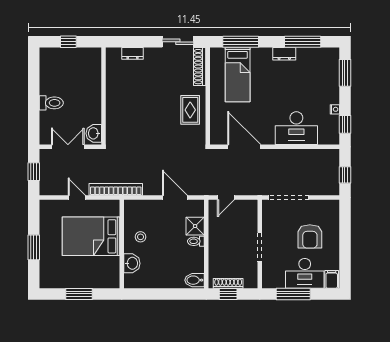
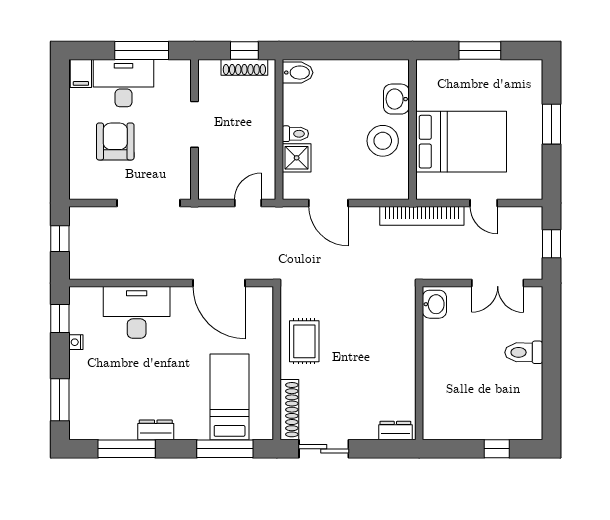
wall: (103, 96) -> (419, 363), moved
washbasin: (94, 133) -> (434, 304), moved
stool: (141, 237) -> (383, 141), width x1.89, depth x1.89

